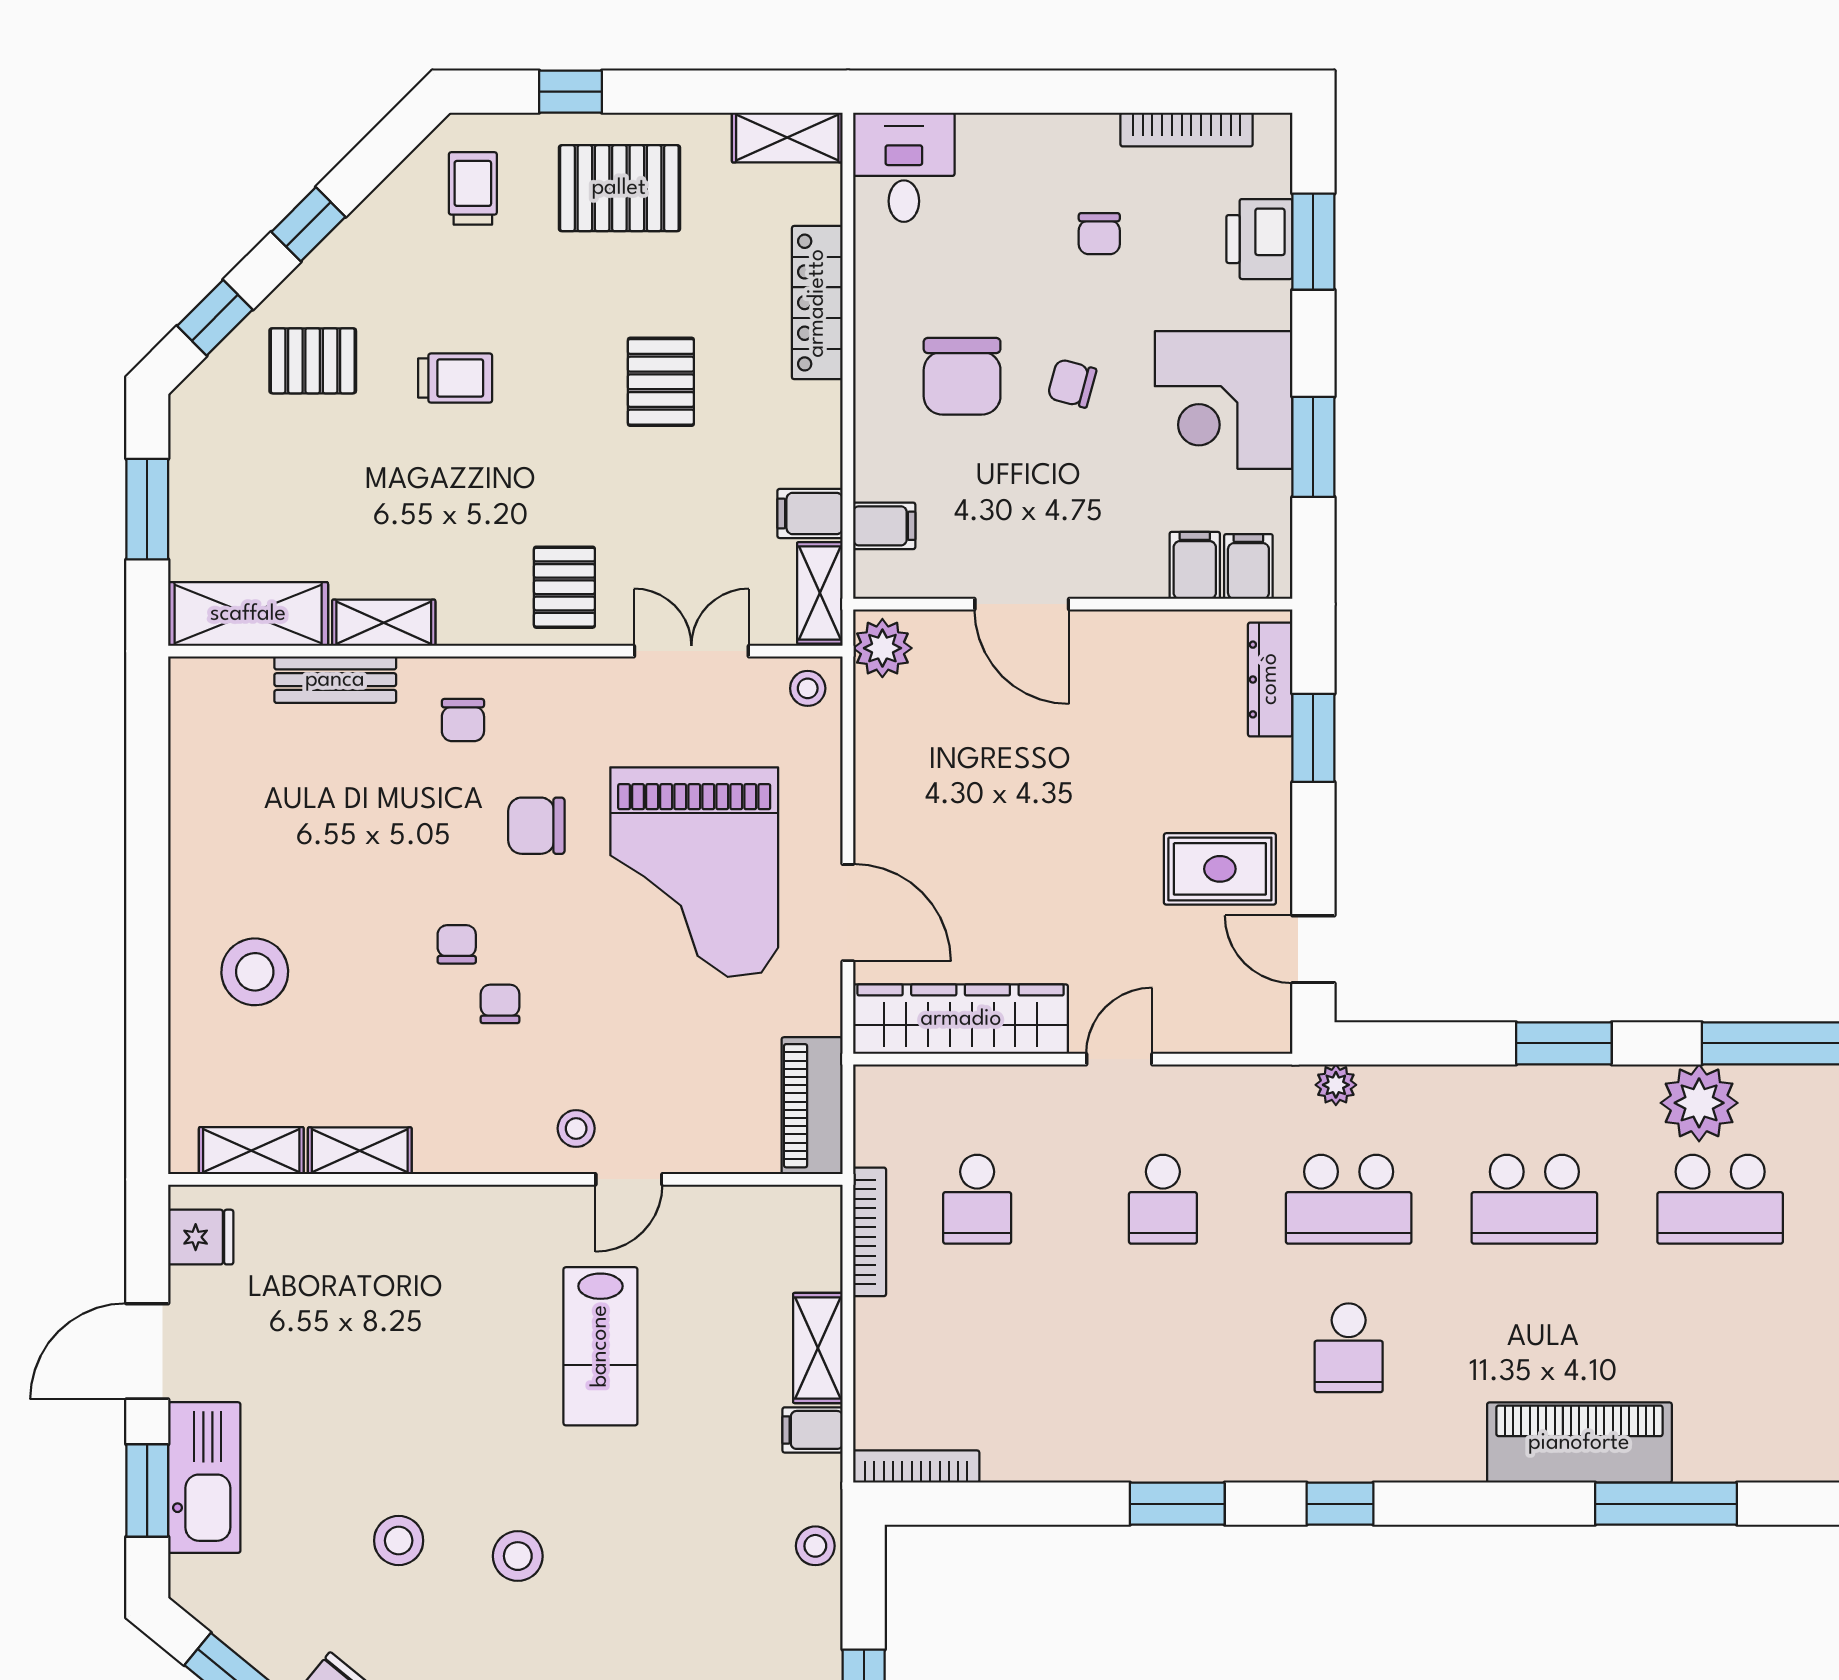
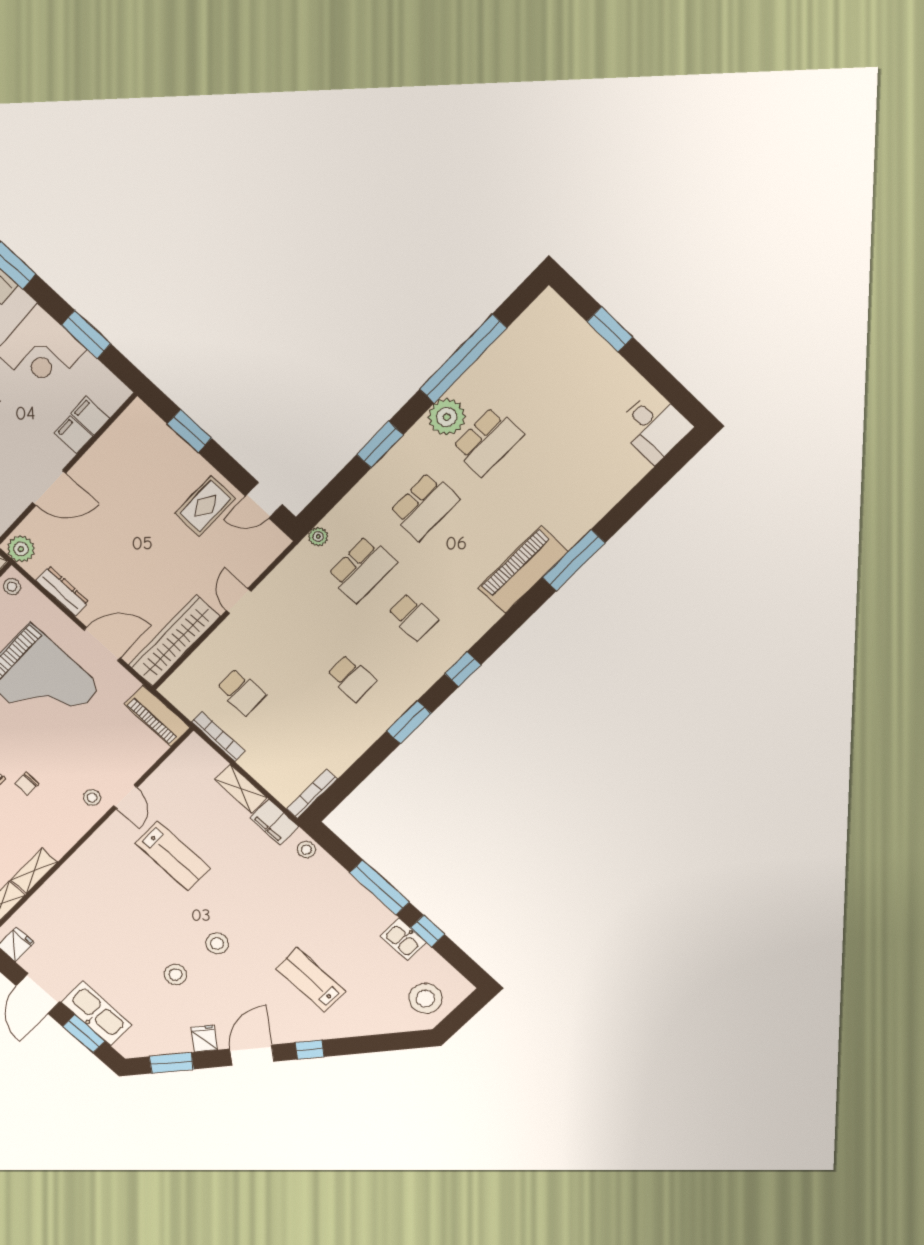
filing cabinet: (1248, 566) -> (73, 435), moved
dresser: (1270, 679) -> (62, 591), moved, turned 180
chair: (500, 1004) -> (27, 783), turned -90
school desk: (1163, 1199) -> (352, 678), moved
filing cabinet: (813, 1430) -> (274, 822), width x2.00

